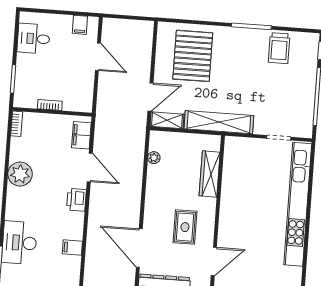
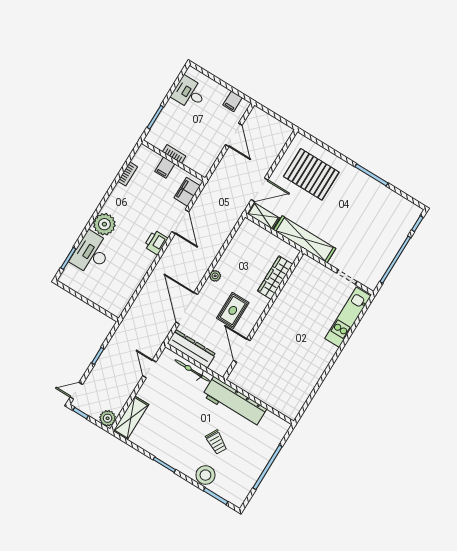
trolley: (279, 48) -> (385, 204), removed
pallet: (193, 56) -> (311, 174), turned 90
bookcase: (17, 124) -> (128, 174), moved
plant: (154, 158) -> (215, 276), moved
plant: (20, 174) -> (104, 224), moved
kitchen unit: (298, 204) -> (348, 317), width x0.54
filing cabinet: (72, 248) -> (165, 168), moved, turned -90
door: (214, 261) -> (242, 351), swing flipped

